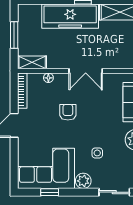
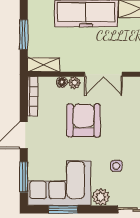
plant: (60, 78) -> (74, 83), added
armchair: (68, 112) -> (84, 120), width x1.88, depth x1.88
window: (14, 163) -> (24, 177), added
window: (50, 192) -> (63, 209), width x1.50

